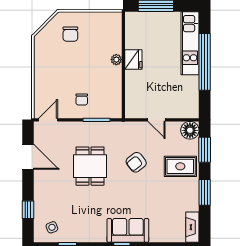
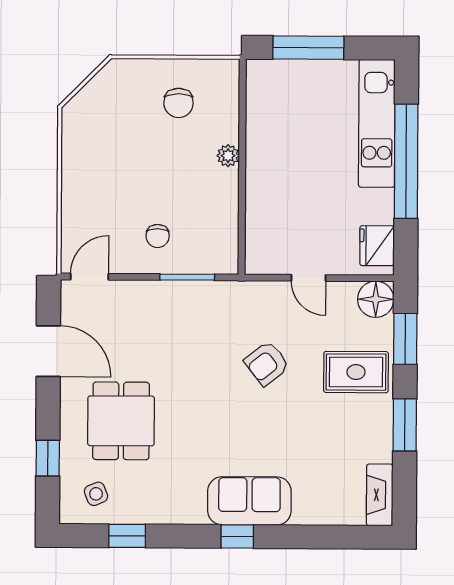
chair: (70, 34) -> (178, 103), moved
fridge: (133, 60) -> (377, 246), moved, turned 180
dining table: (90, 166) -> (121, 421), moved

